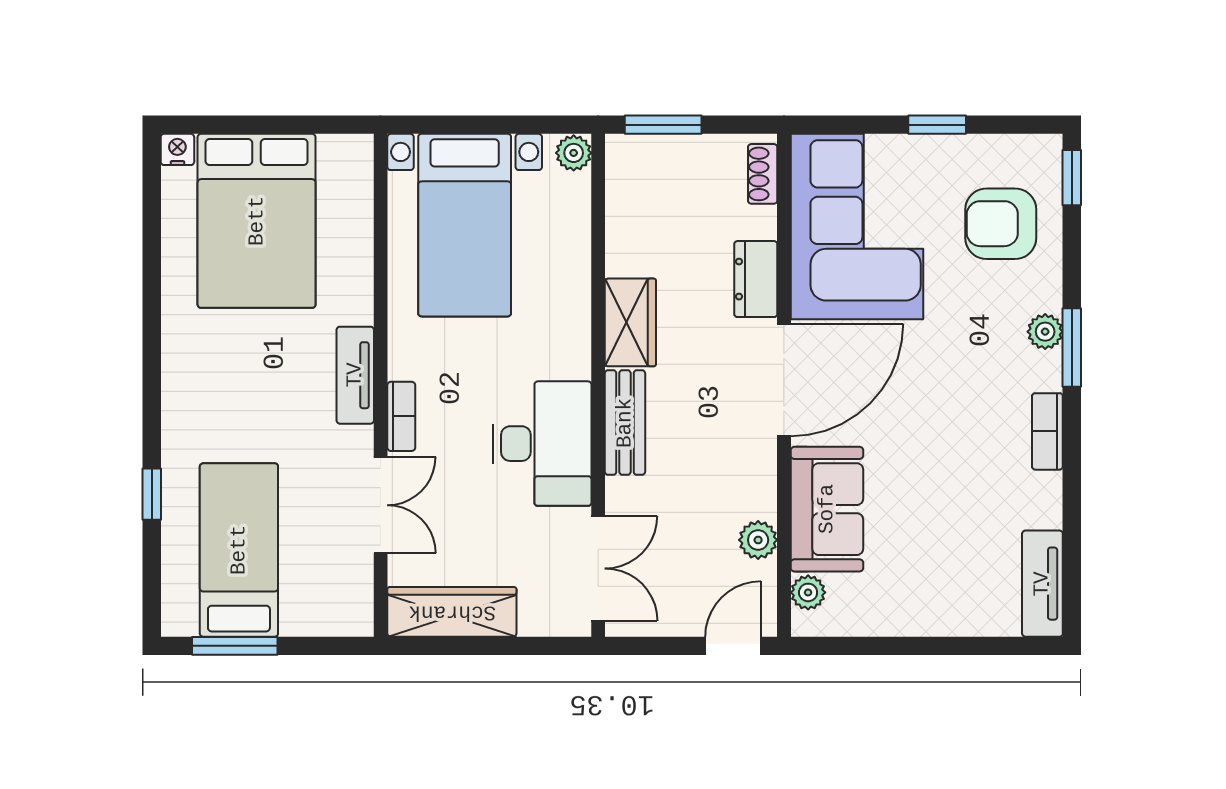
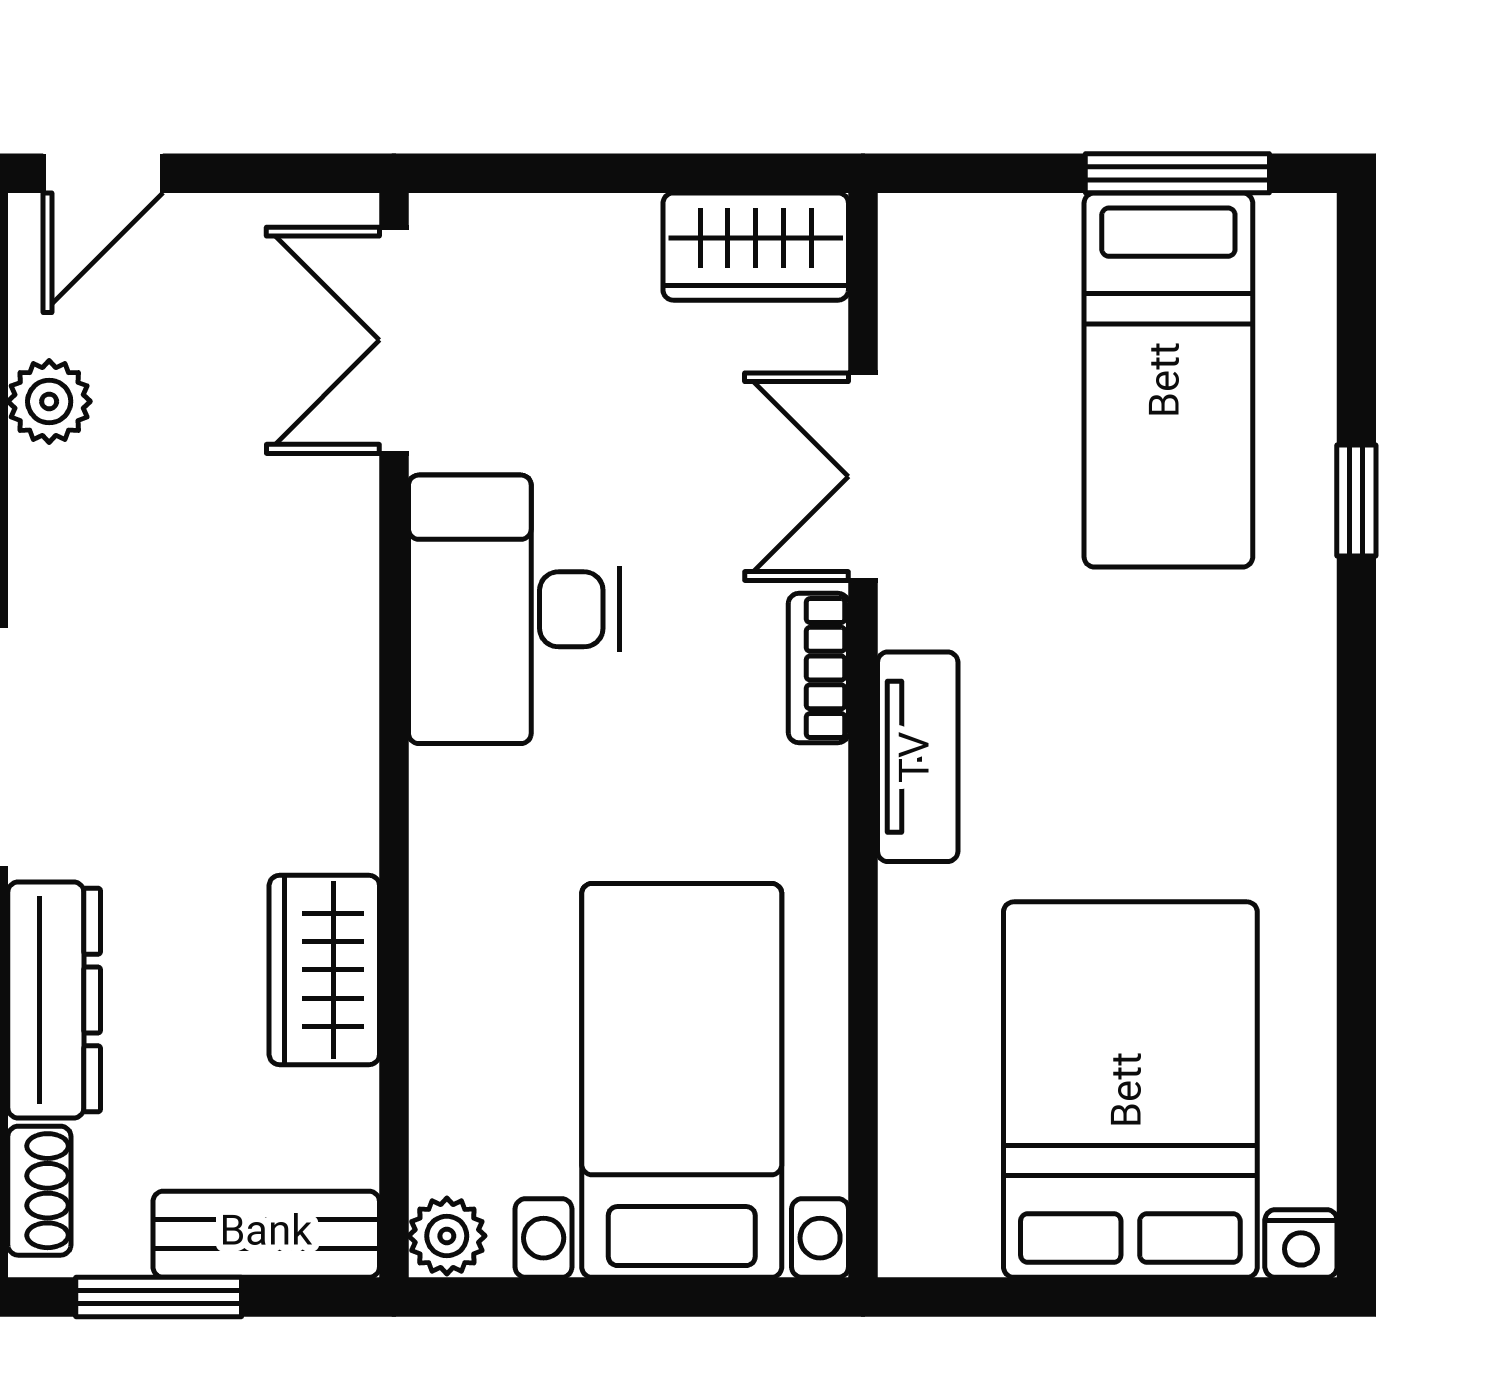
window: (663, 125) -> (159, 1297), moved
dresser: (756, 279) -> (54, 1000), width x1.44
wardrobe: (630, 322) -> (324, 970), moved
bench: (625, 423) -> (266, 1234), moved, turned 90
wardrobe: (452, 612) -> (756, 247), width x0.67

